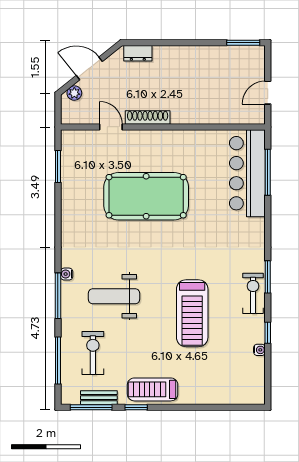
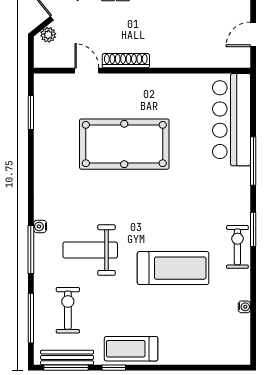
window: (268, 172) -> (253, 161), moved
treadmill: (192, 313) -> (173, 268), turned -90
window: (268, 333) -> (253, 289), removed
bench: (99, 398) -> (67, 357), width x1.36

